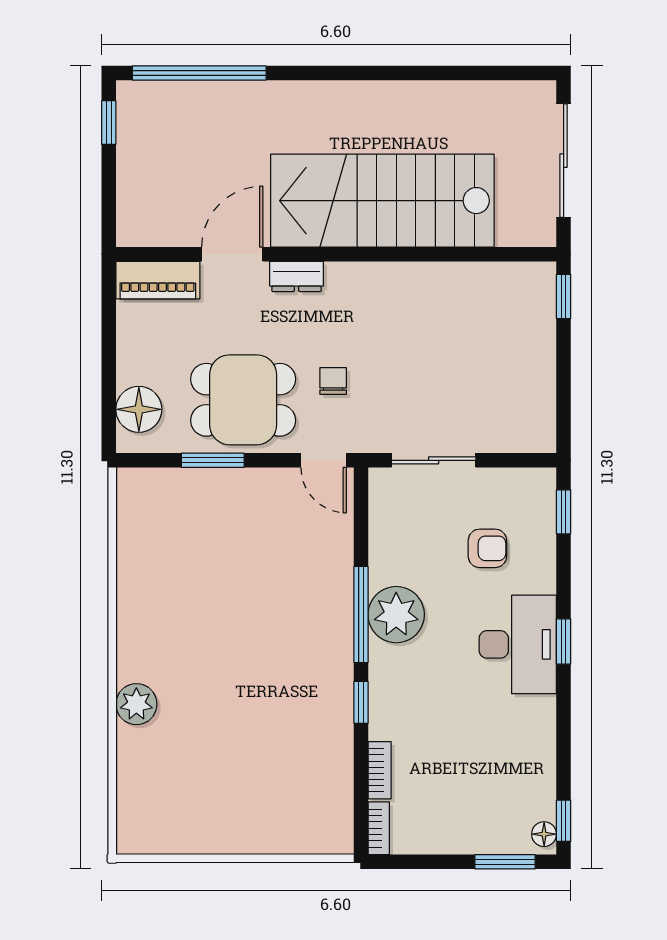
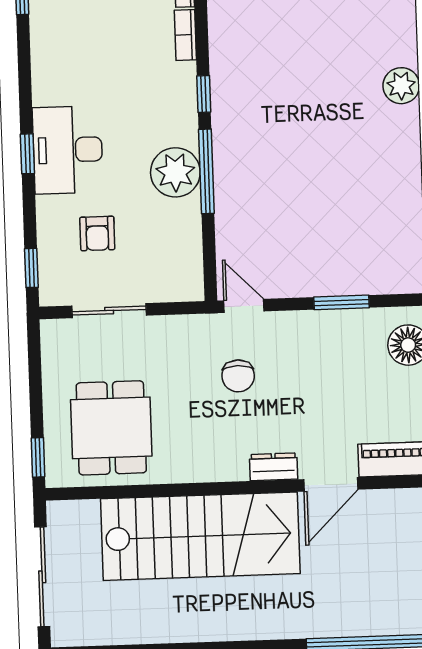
chair: (333, 381) -> (238, 376), width x1.37, depth x1.37
dining table: (243, 400) -> (111, 428), moved, turned 90
sliding door: (434, 460) -> (109, 311), moved
armchair: (487, 548) -> (97, 233), turned -90

